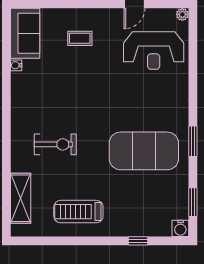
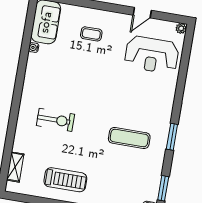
exercise mat: (144, 151) -> (129, 138), width x0.50, depth x0.69
shelving: (21, 198) -> (15, 167), width x0.67, depth x0.75
treadmill: (78, 212) -> (65, 180), turned 180

